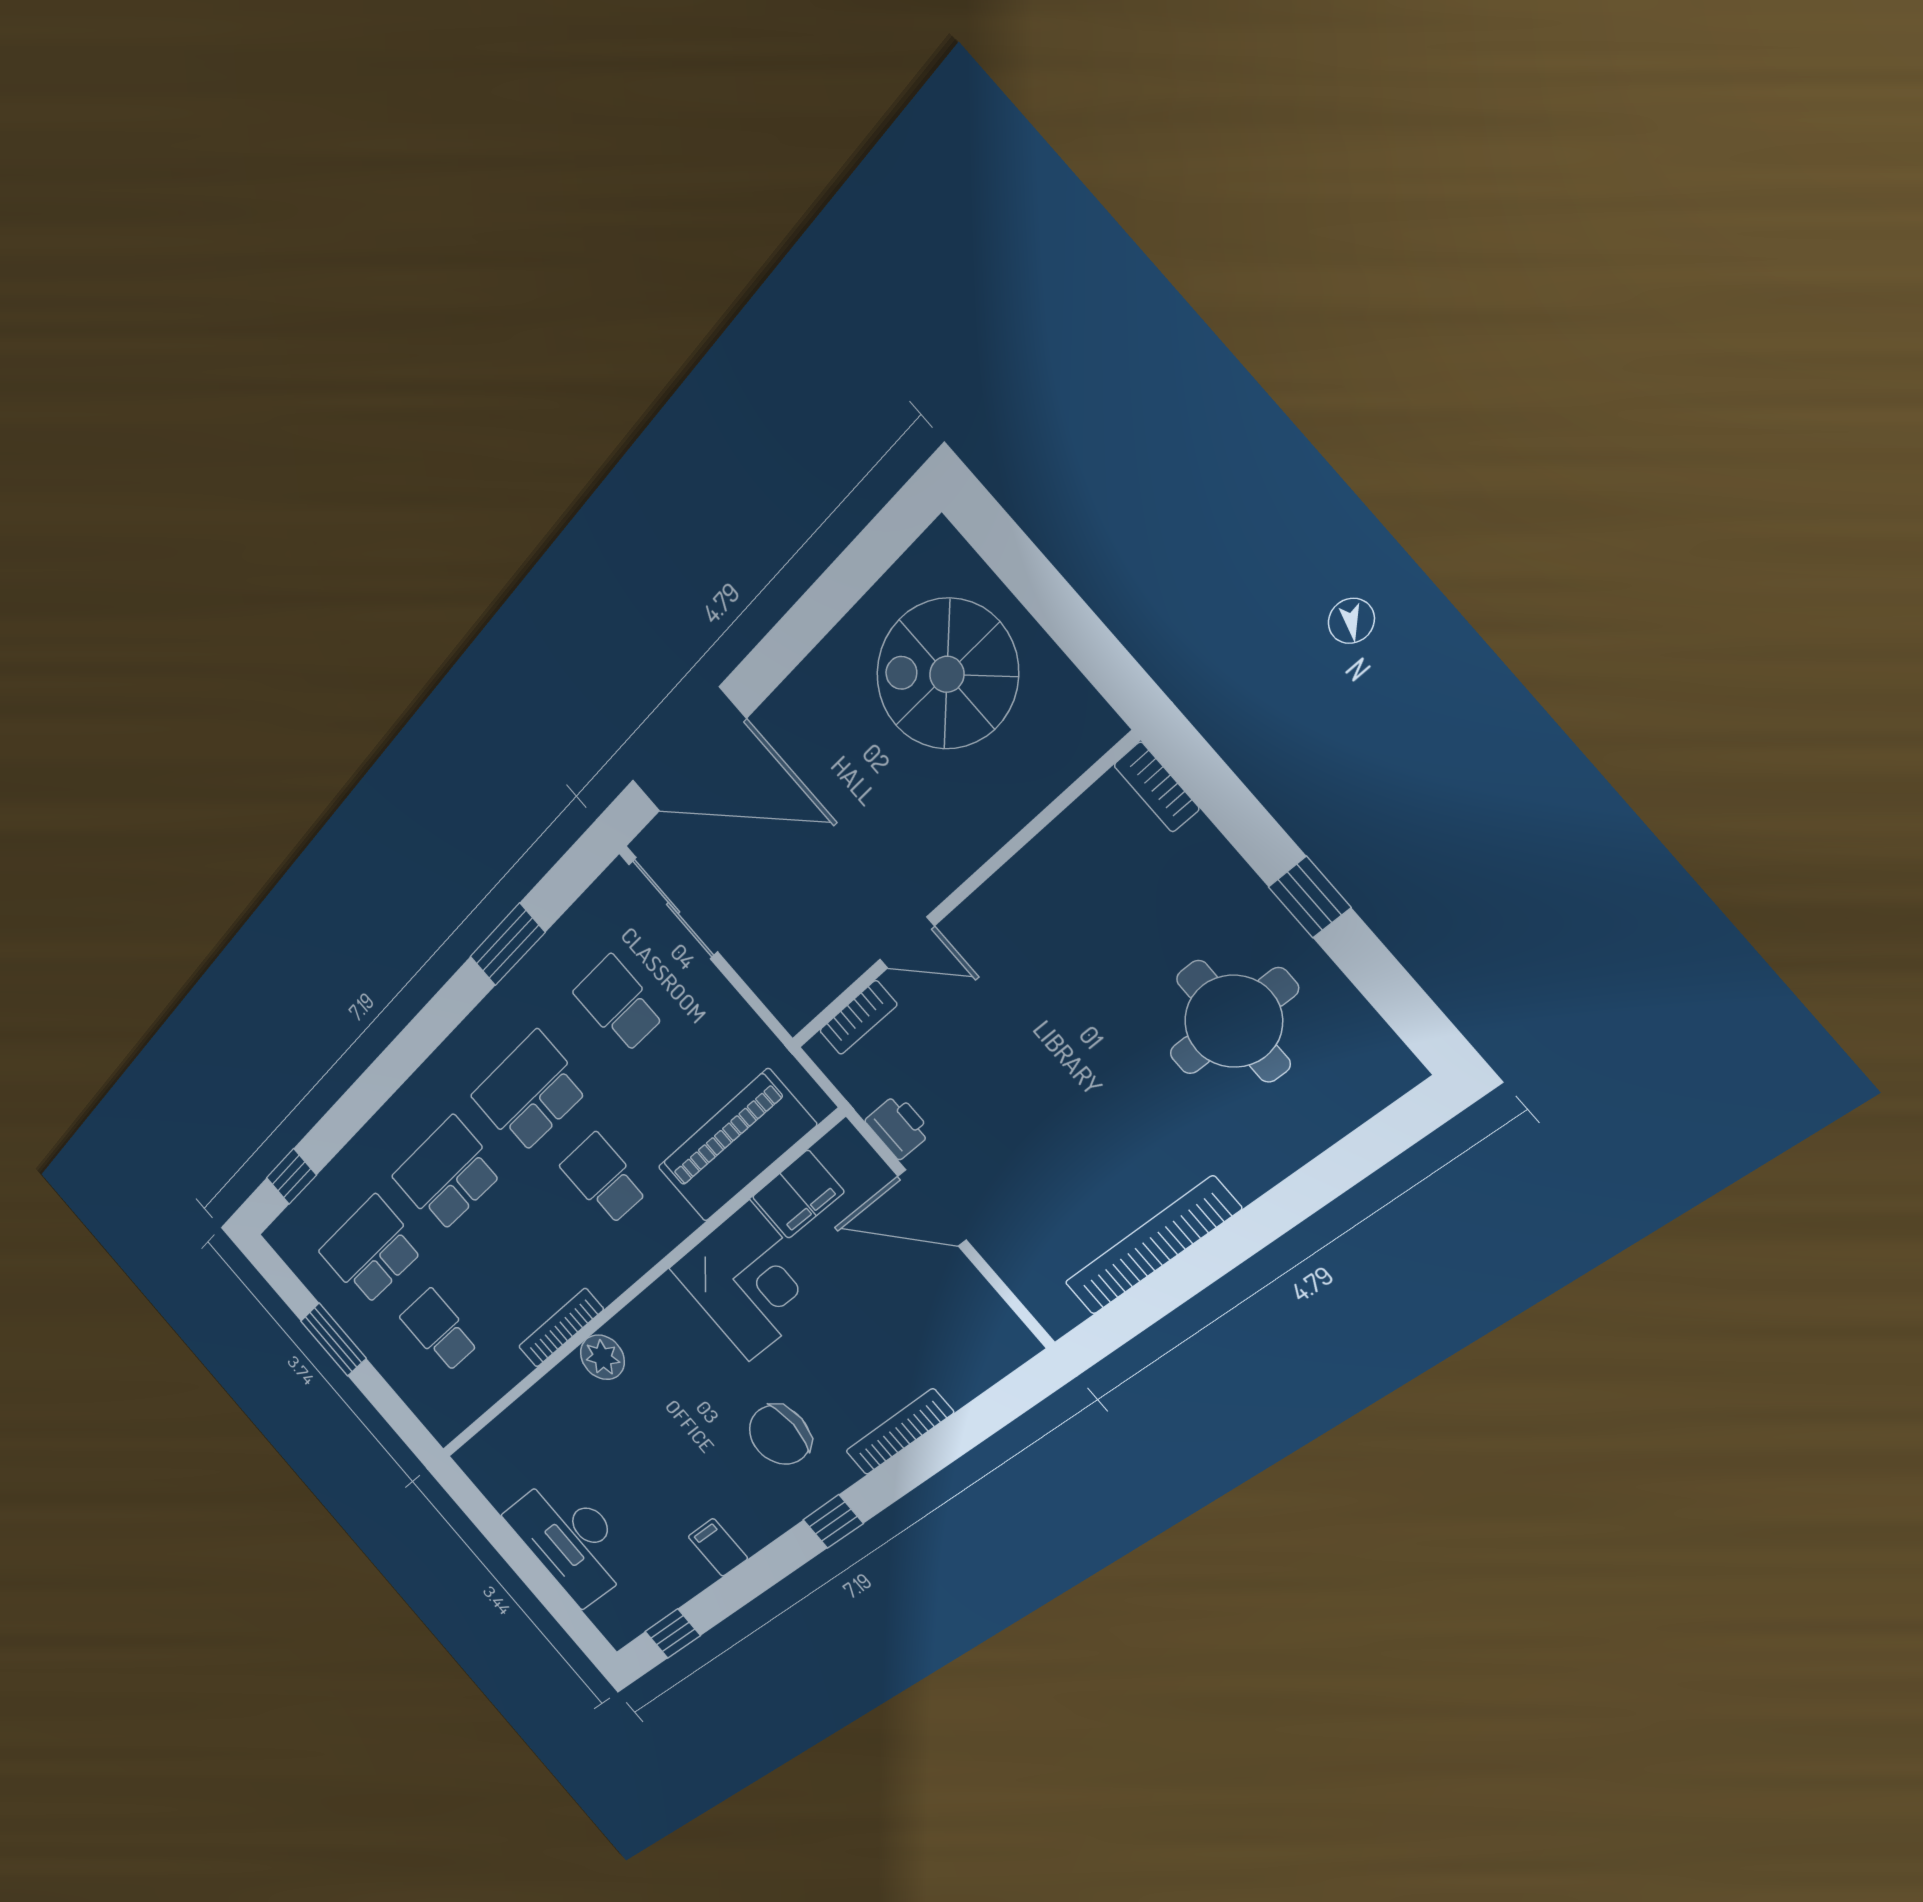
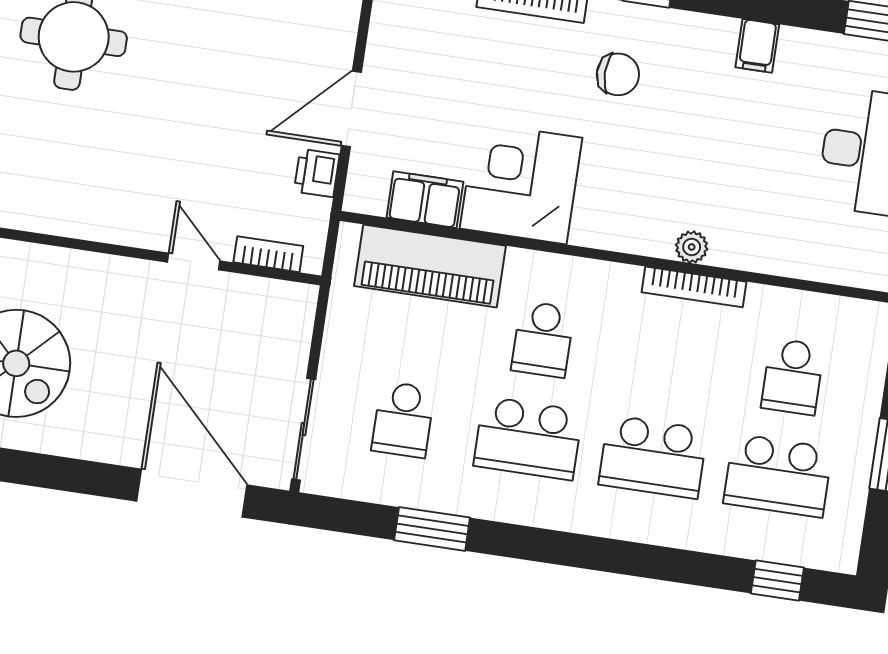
door: (932, 1208) -> (351, 109), swing flipped
plant: (602, 1357) -> (692, 247), width x0.73, depth x0.73
chair: (780, 1435) -> (618, 74), width x0.73, depth x0.73

